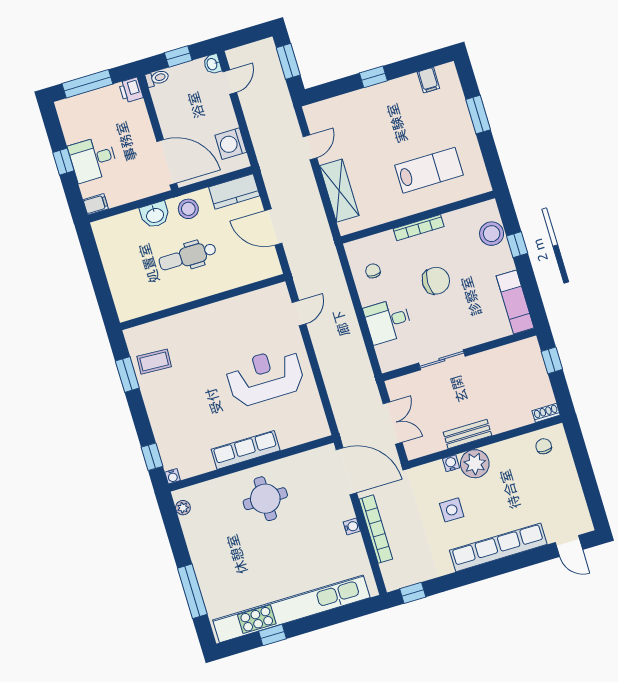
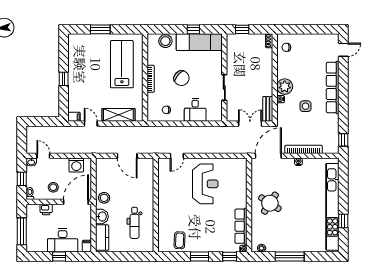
window: (288, 61) -> (42, 121), removed
filing cabinet: (428, 80) -> (74, 117), moved
printer: (131, 90) -> (46, 209), moved
stool: (180, 115) -> (53, 187), added
desk: (93, 159) -> (63, 240), width x1.37
lab bench: (429, 170) -> (122, 64), width x1.36, depth x1.39
kitchen counter: (234, 191) -> (102, 238), moved
door: (273, 227) -> (127, 156), hinge flipped
window: (517, 245) -> (193, 29), moved
dental chair: (188, 256) -> (134, 223), moved
chair: (436, 281) -> (182, 78), turned 130
exam couch: (515, 302) -> (199, 42), width x1.36, depth x1.45
door: (299, 313) -> (177, 156), swing flipped
window: (127, 374) -> (200, 257), moved
reception desk: (265, 377) -> (205, 184), turned 180
bench: (468, 434) -> (268, 109), moved
row of seats: (246, 450) -> (241, 226), moved
round table: (265, 499) -> (270, 203), turned 34
window: (192, 591) -> (290, 257), moved

